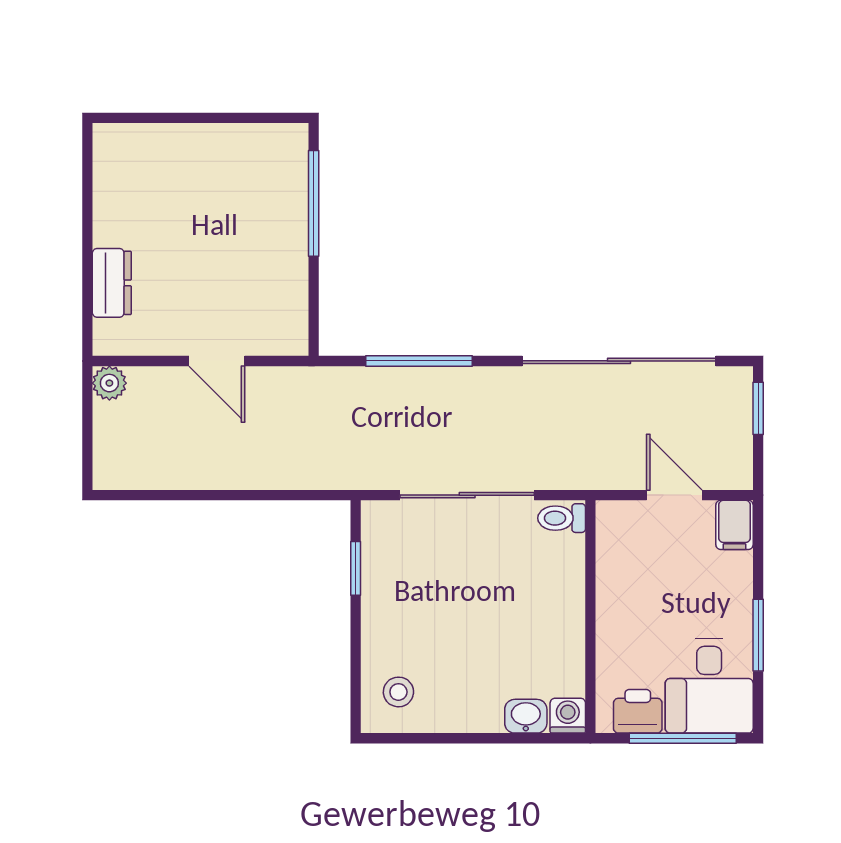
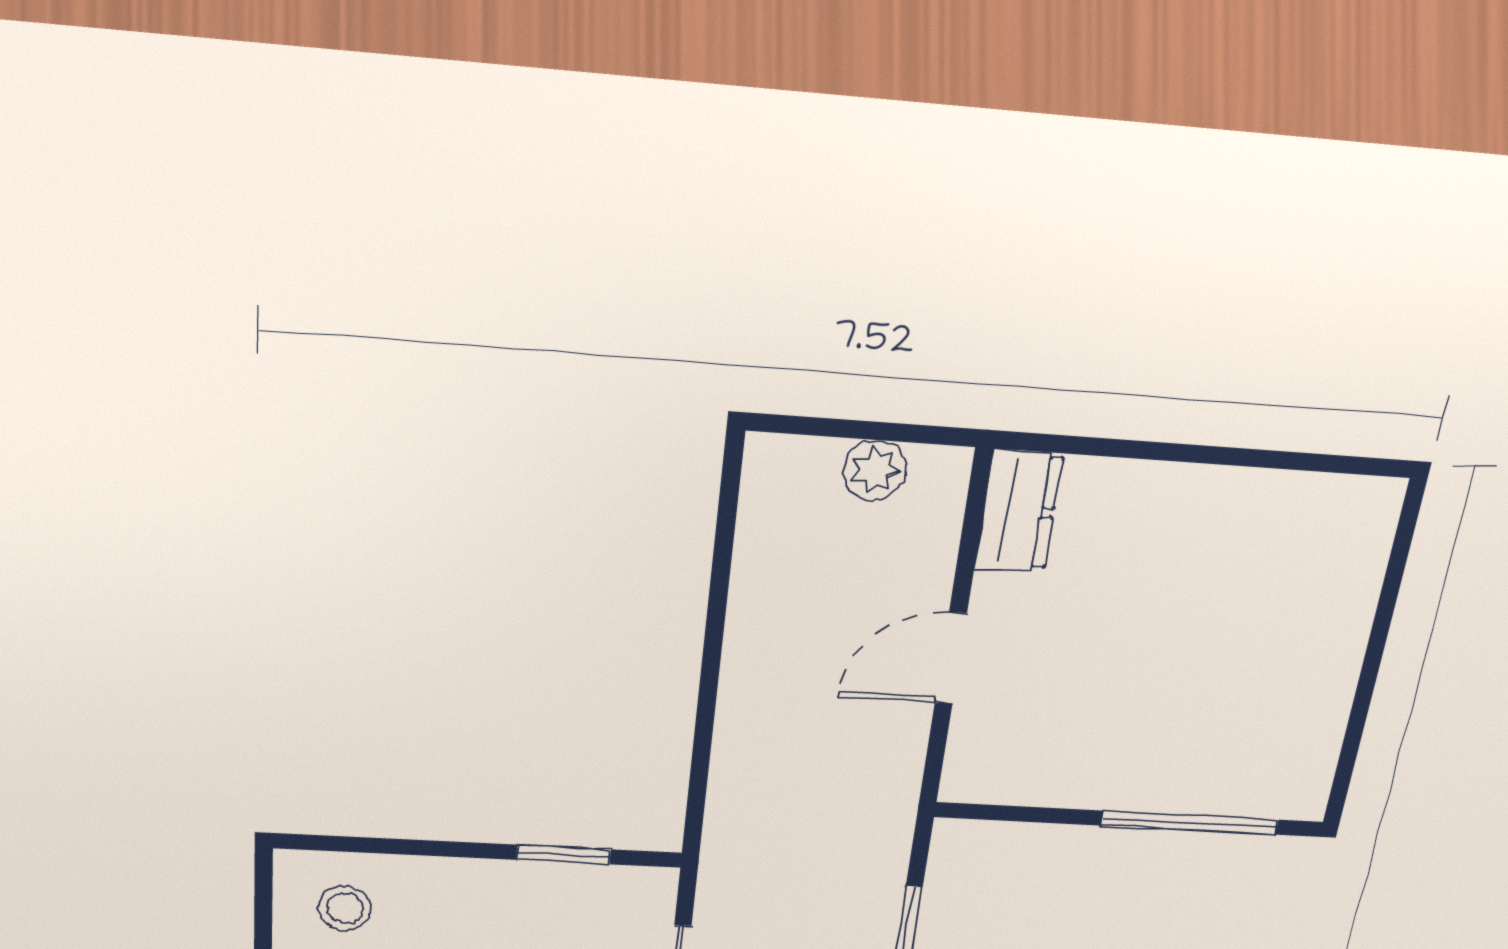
dresser: (112, 283) -> (1019, 511), moved, turned -90
plant: (109, 383) -> (875, 470), moved

